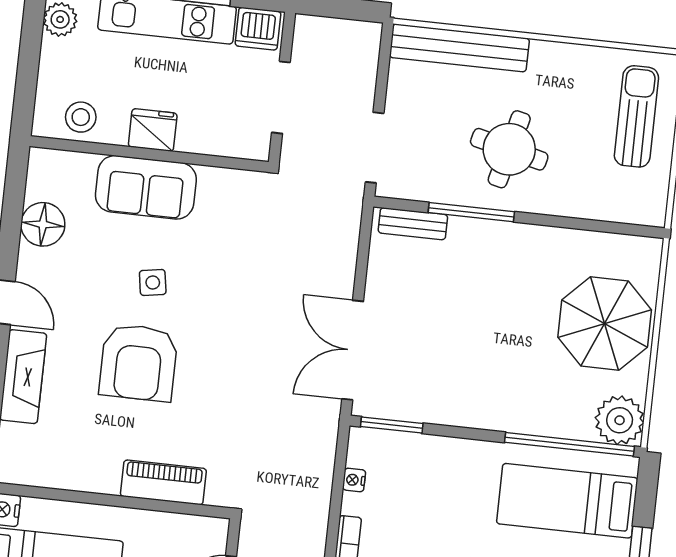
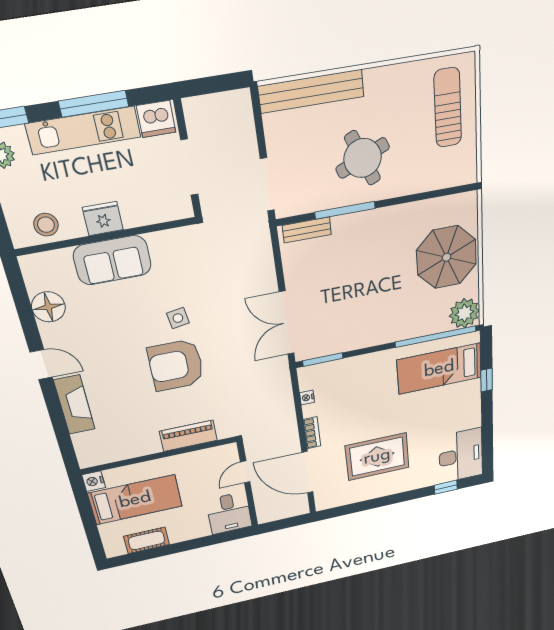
round table: (509, 149) -> (363, 158), turned -37
side table: (153, 282) -> (178, 318), moved
armchair: (138, 363) -> (176, 365), moved, turned 90

